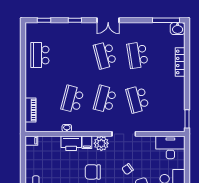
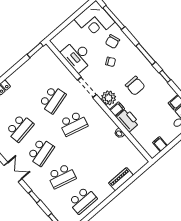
school desk: (72, 99) -> (62, 176), moved
piano: (30, 110) -> (121, 179), moved
filing cabinet: (31, 141) -> (160, 144), moved
desk: (170, 147) -> (77, 56), moved

